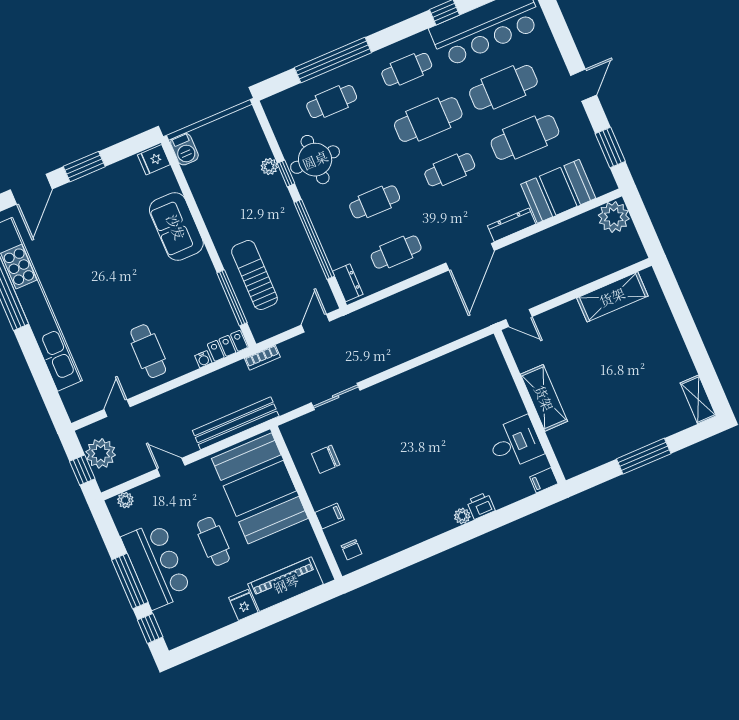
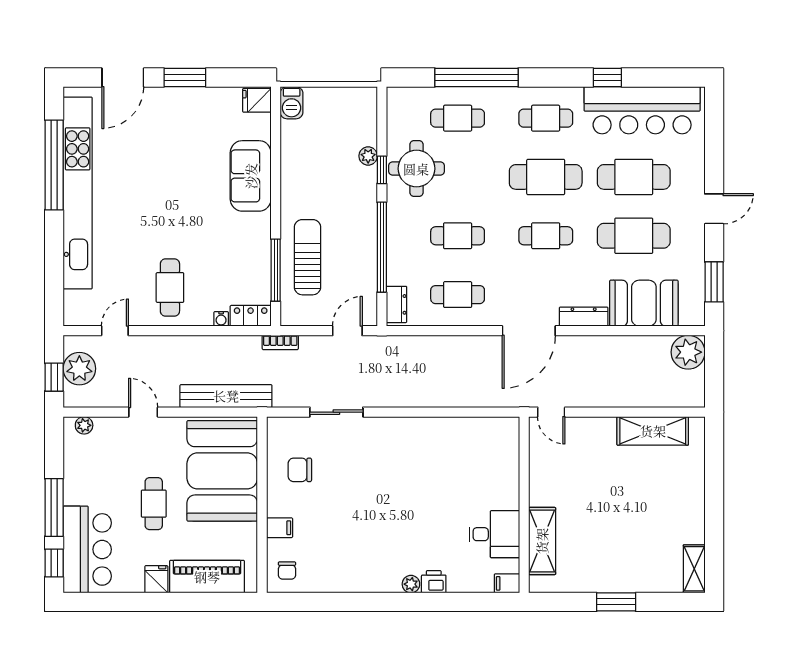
shelving: (544, 398) -> (542, 541), moved
window: (644, 456) -> (616, 602), width x0.69
bar counter: (156, 565) -> (87, 549), moved

